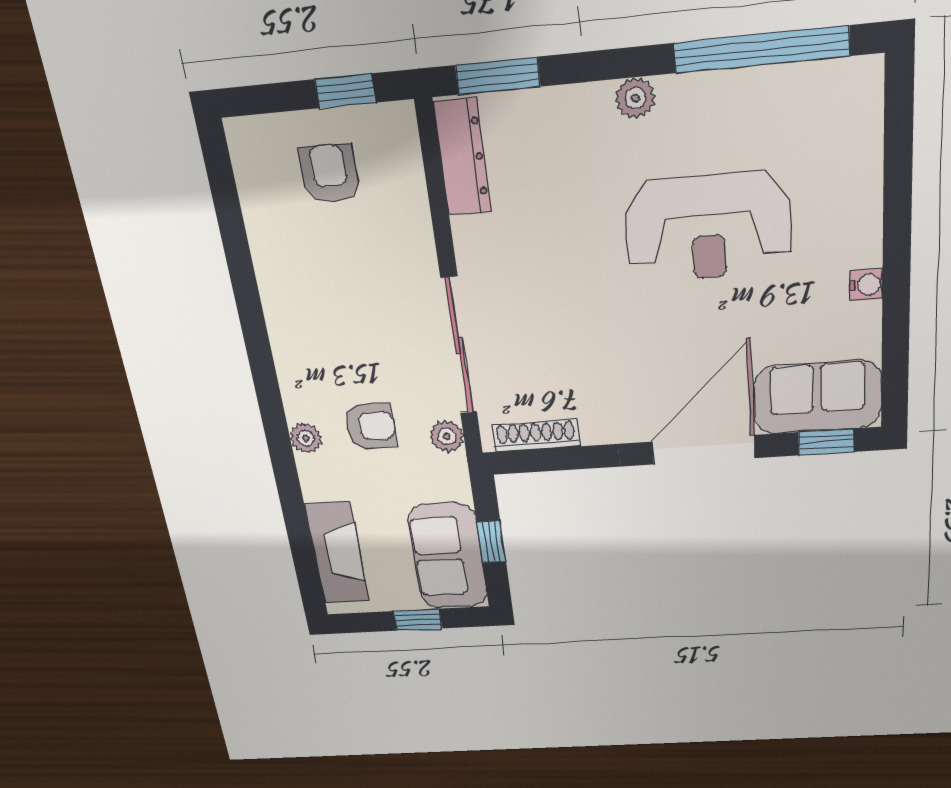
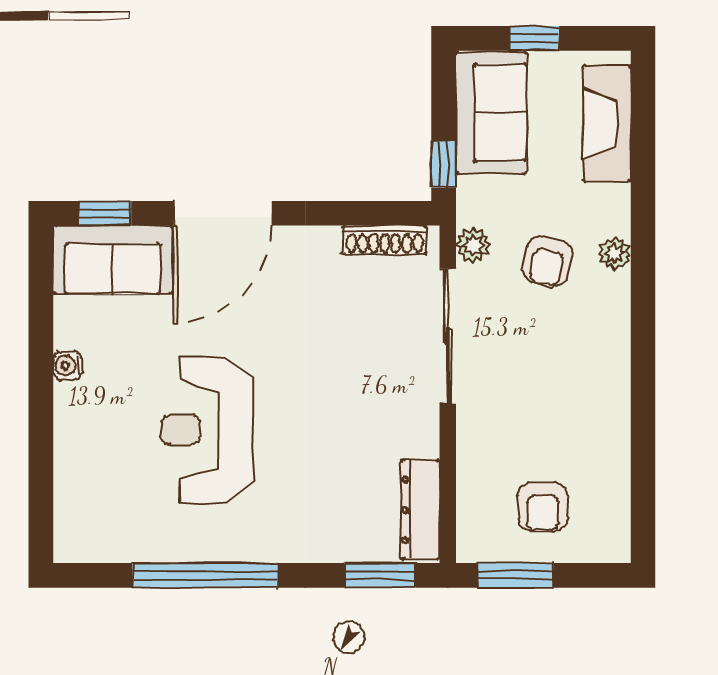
window: (761, 49) -> (205, 575), moved
window: (345, 91) -> (515, 575), width x1.50
plant: (635, 98) -> (264, 546), removed
reception desk: (708, 227) -> (207, 430), turned -90
armchair: (370, 426) -> (547, 261), turned -78
window: (491, 542) -> (444, 164), moved

